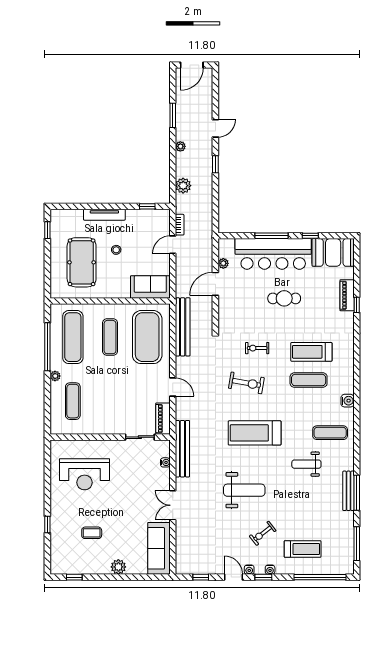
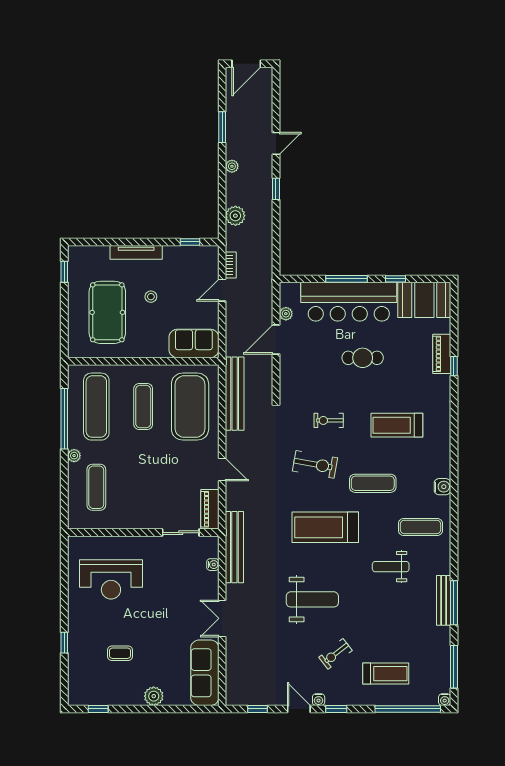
exercise mat: (309, 380) -> (373, 483), moved
water cooler: (270, 570) -> (445, 700), moved

